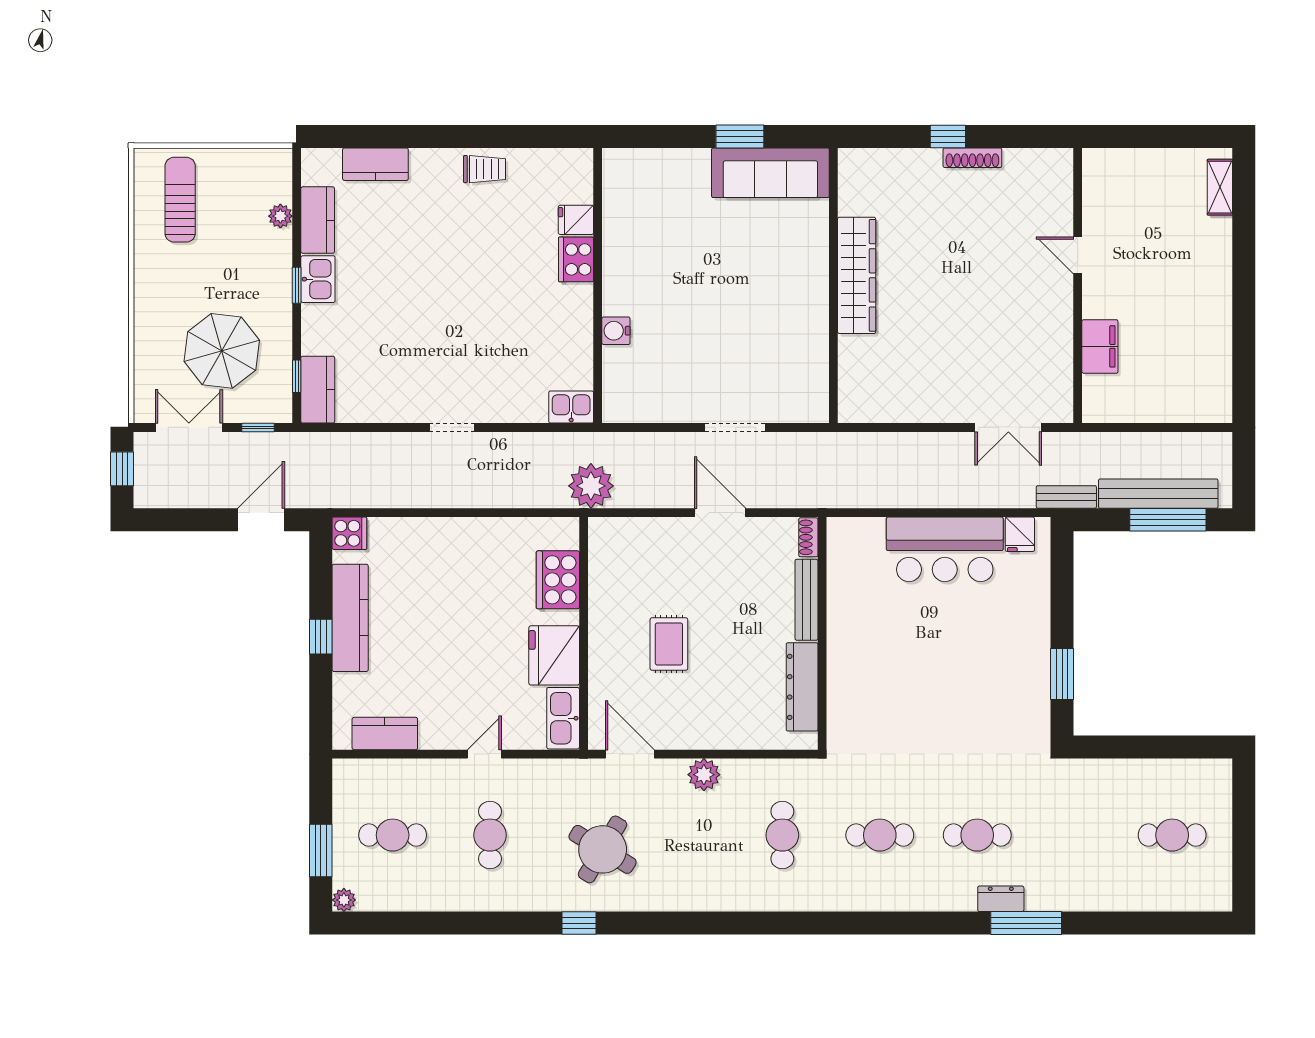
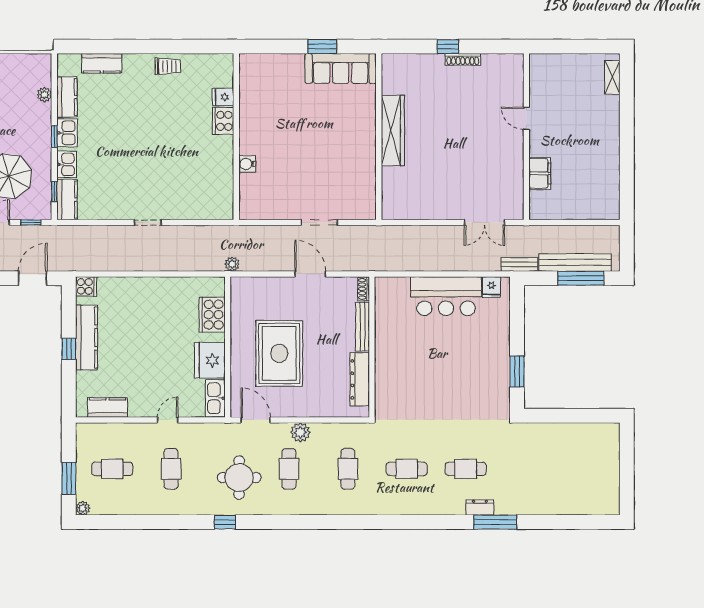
kitchen sink: (571, 407) -> (67, 164), moved, turned 90
plant: (591, 486) -> (232, 264), width x0.53, depth x0.53
rug: (669, 644) -> (279, 353), width x1.86, depth x2.06
cafe table: (1172, 835) -> (289, 469), moved, turned 90
round table: (603, 849) -> (239, 478), turned -31

